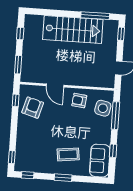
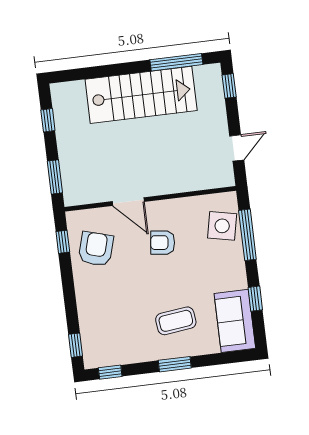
armchair: (79, 101) -> (163, 243), moved

